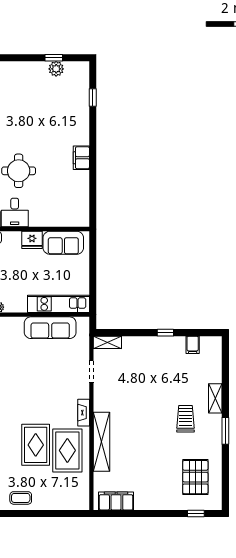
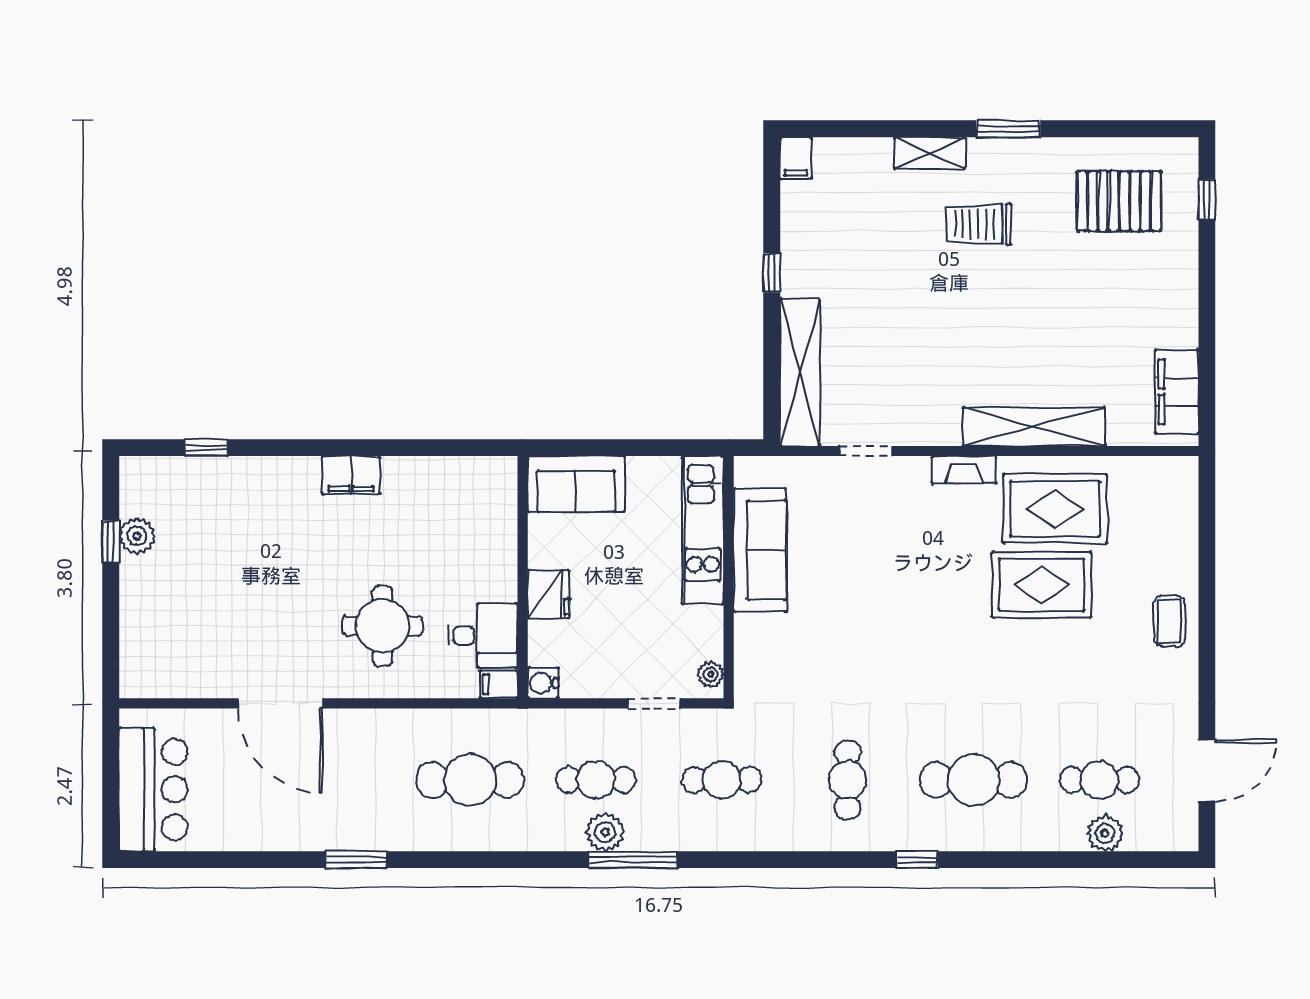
sofa: (63, 243) -> (576, 484), moved, turned 90
shelving: (107, 342) -> (800, 372), width x2.20, depth x1.33
filing cabinet: (193, 345) -> (796, 158), moved, turned 90

